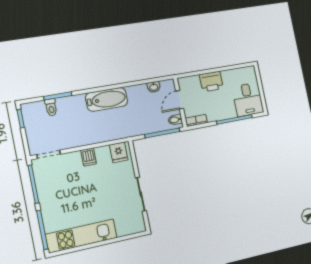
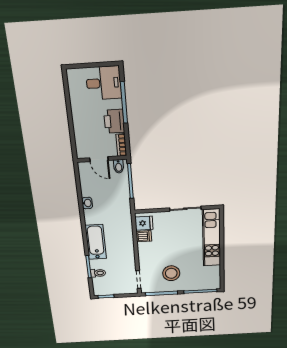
printer: (211, 81) -> (114, 121), moved, turned 180
washbasin: (154, 87) -> (87, 203), moved
bathtub: (107, 99) -> (96, 242), moved
dishwasher: (89, 157) -> (144, 236), moved
stool: (62, 191) -> (171, 273), added
kitchen unit: (81, 236) -> (212, 238), moved

